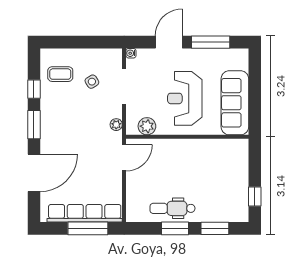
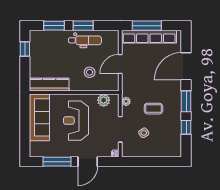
coffee table: (60, 74) -> (153, 109), moved
reception desk: (185, 98) -> (76, 121), turned 180
kitchen counter: (222, 148) -> (49, 85), added
door: (124, 158) -> (120, 64), moved
stool: (166, 165) -> (90, 72), added

